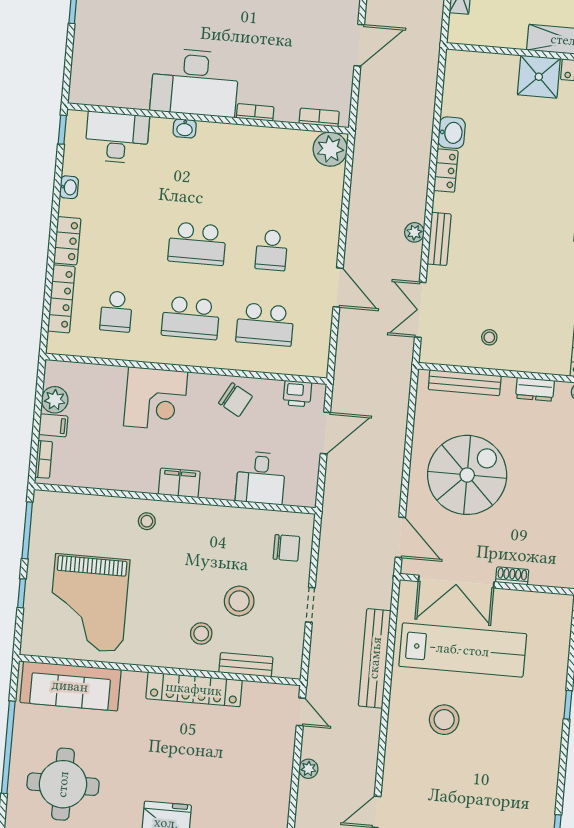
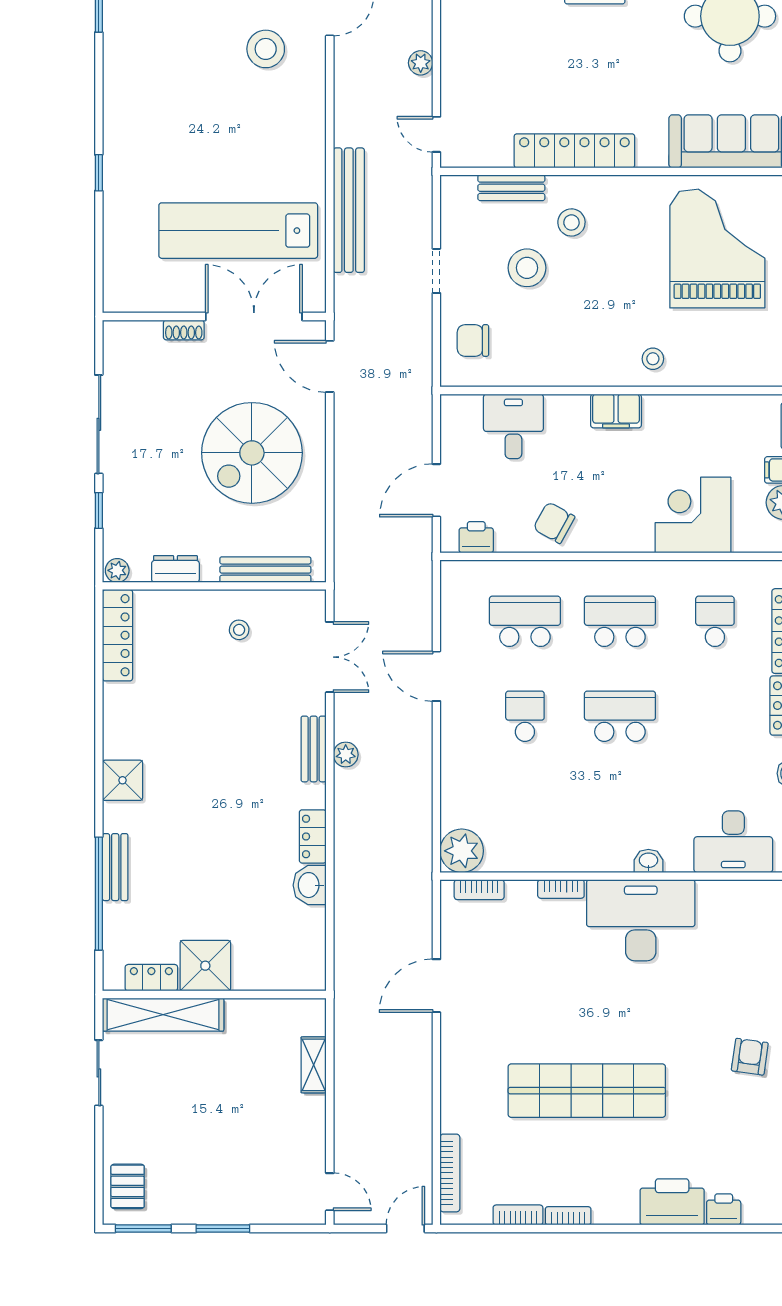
corner desk: (156, 399) -> (693, 515), moved
stool: (444, 720) -> (266, 49), moved

